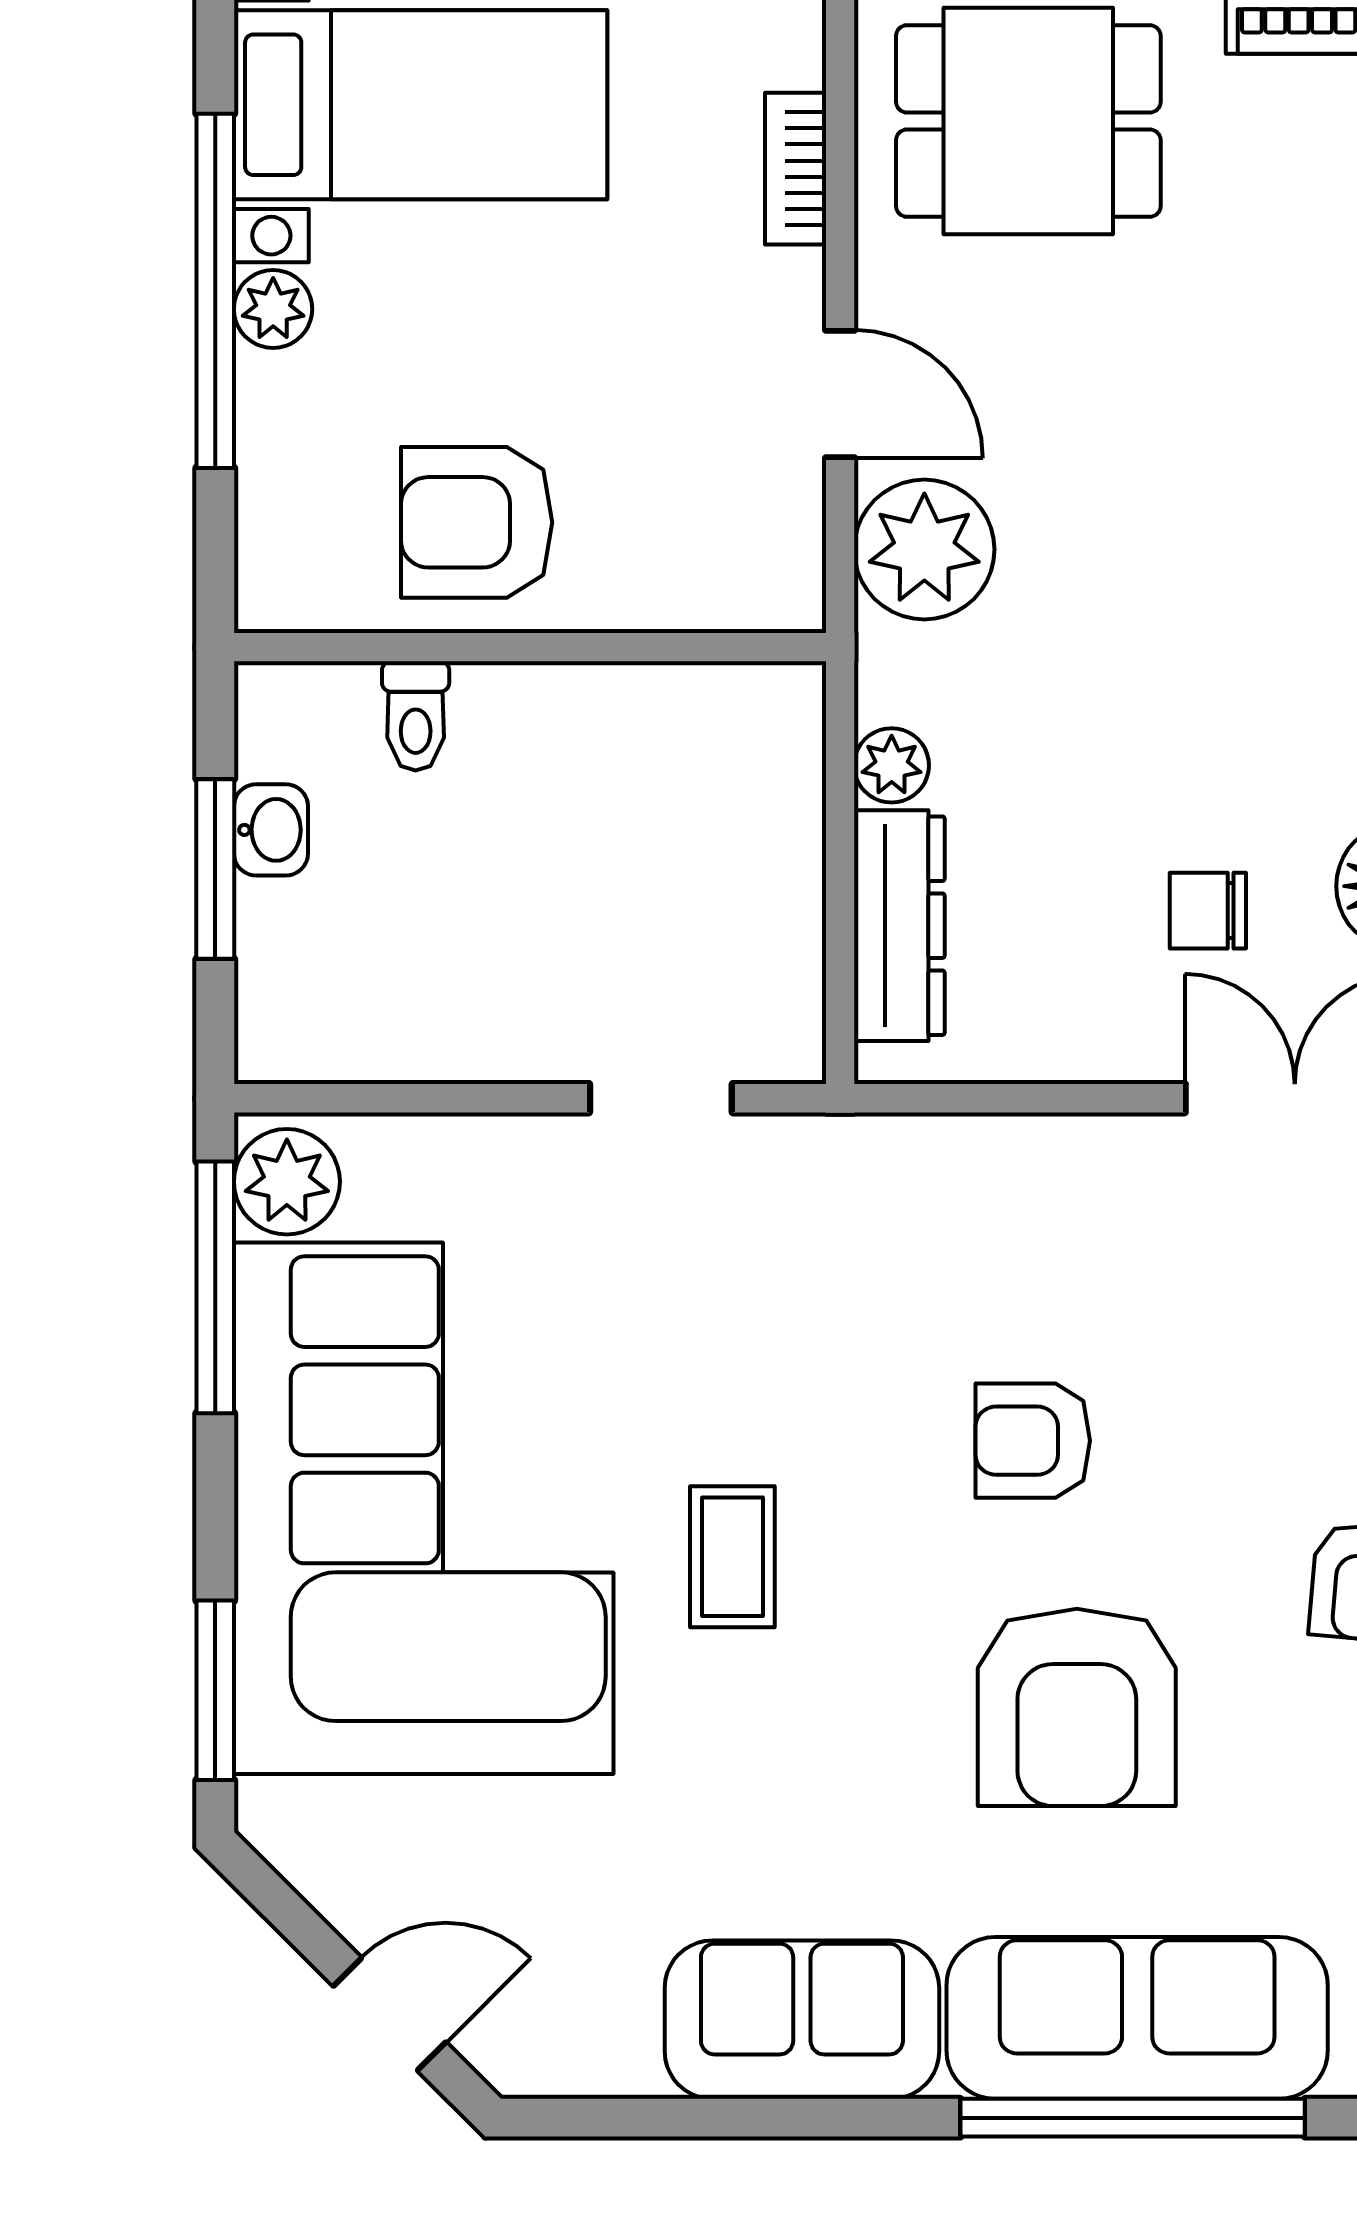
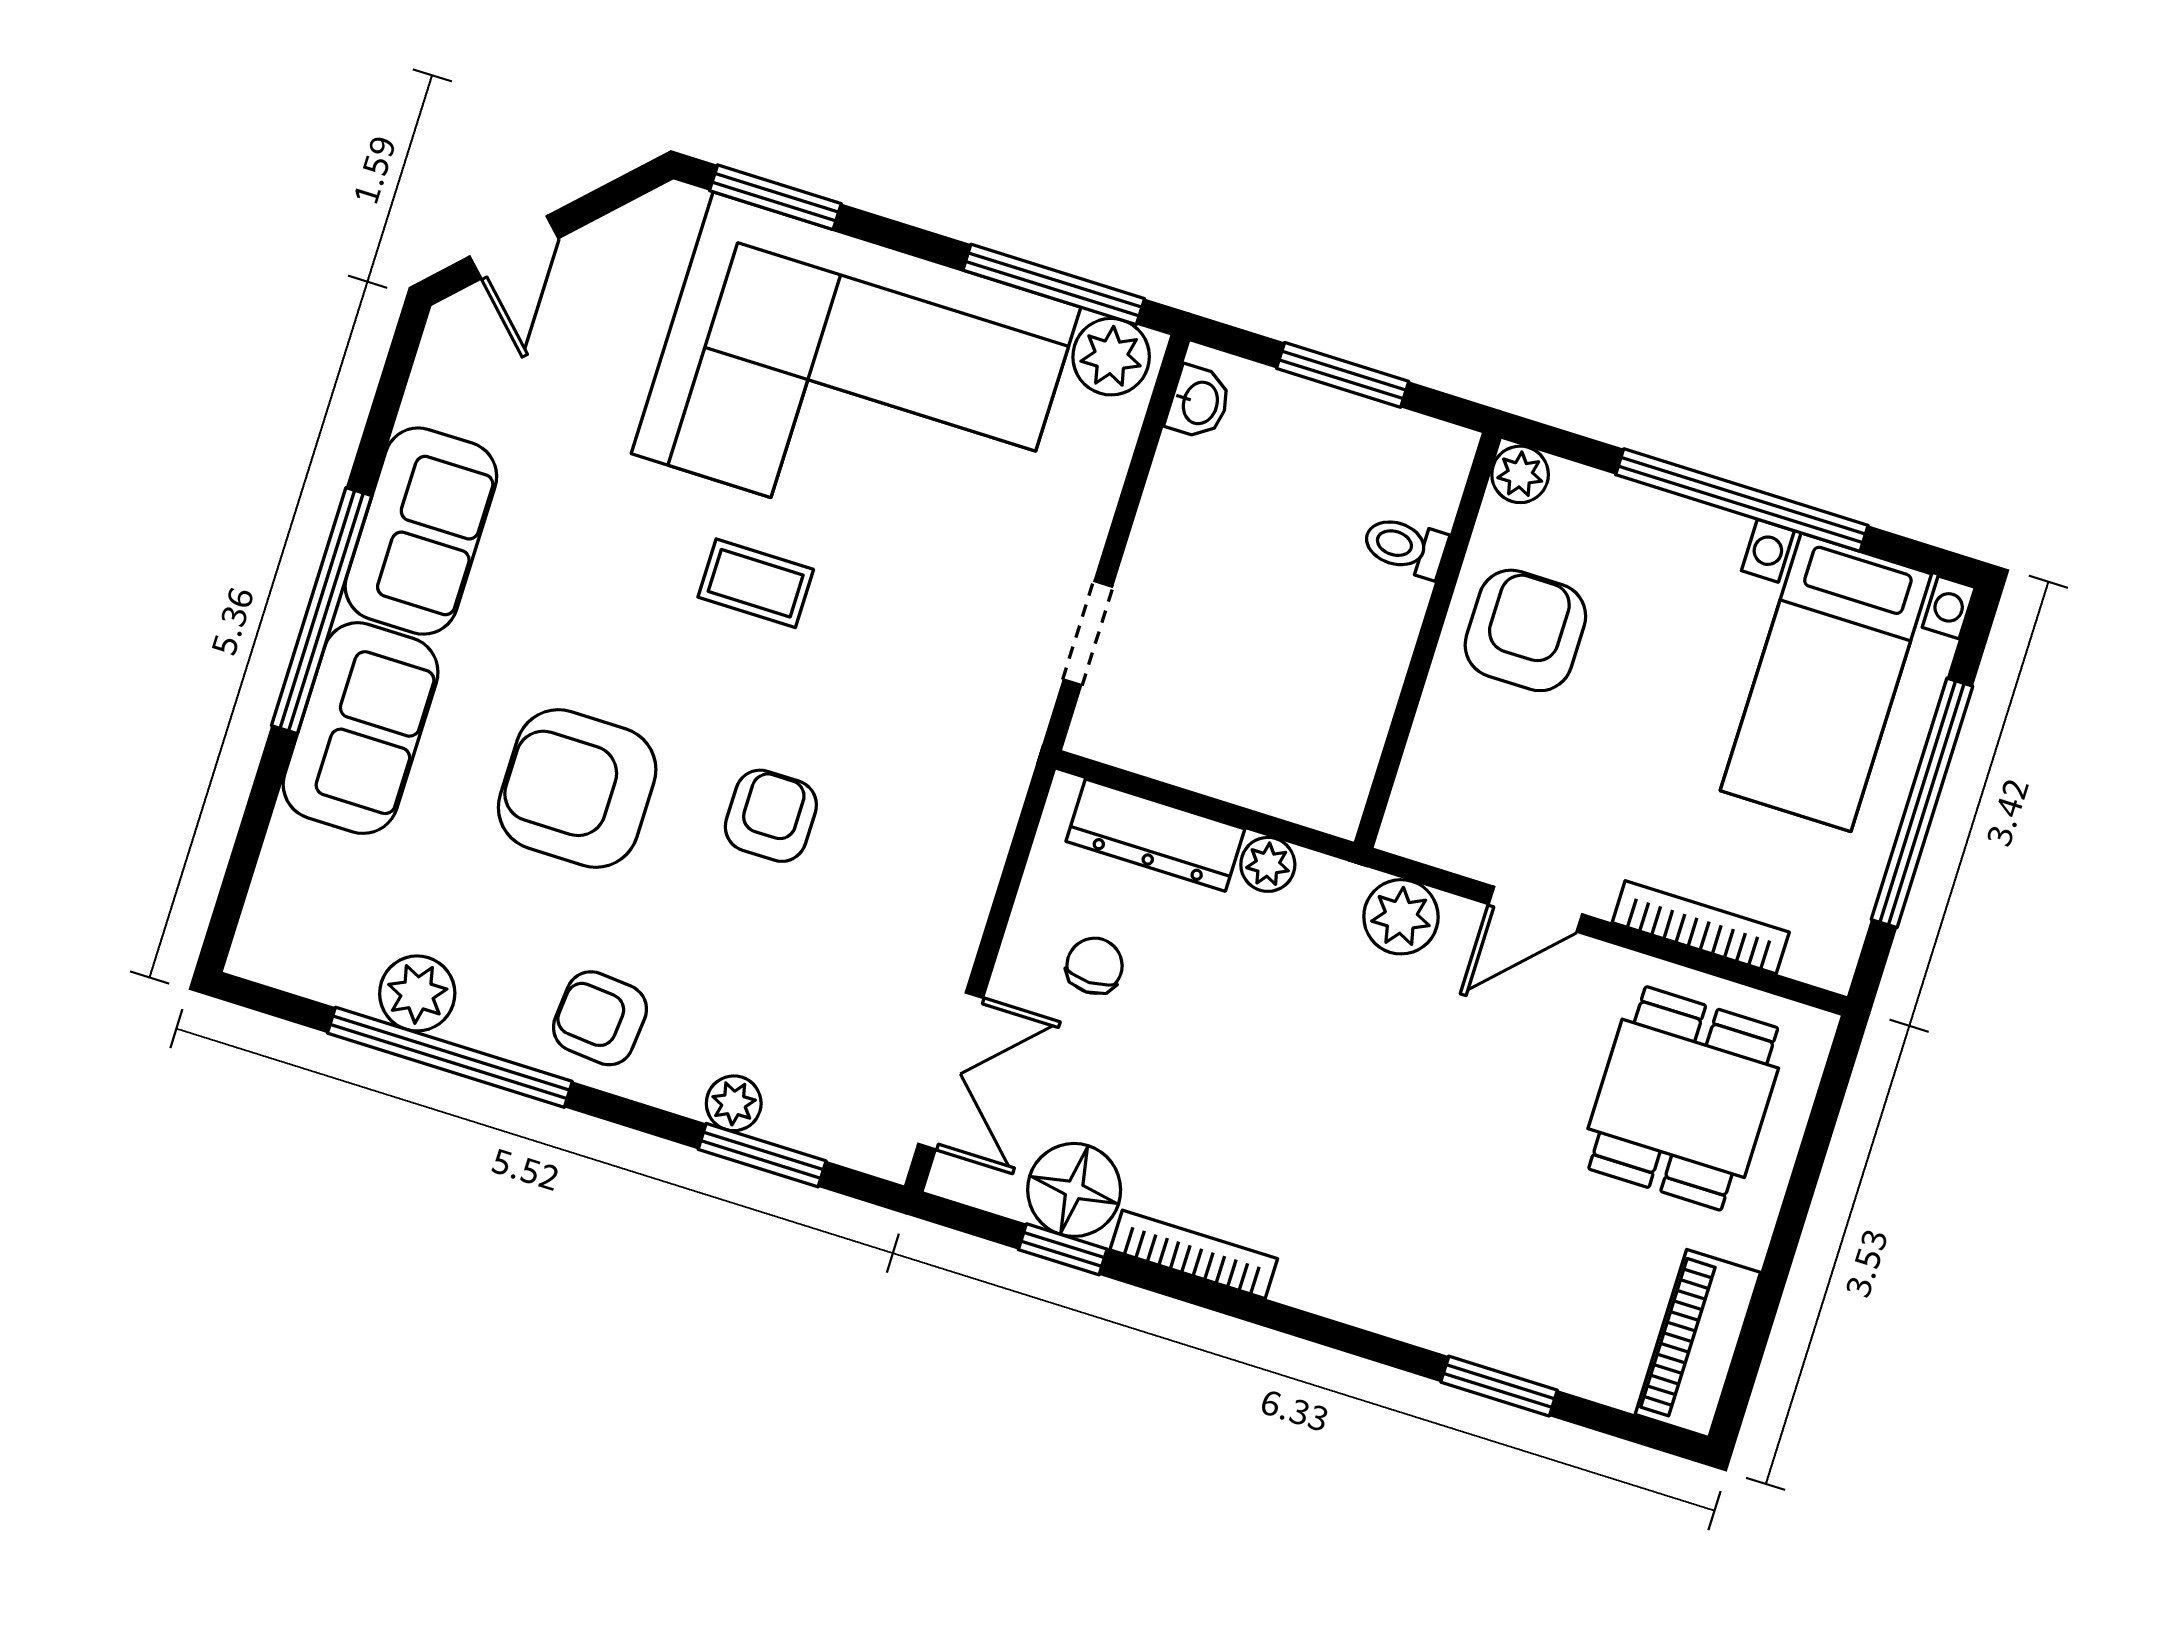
bookcase: (796, 169) -> (1701, 927), width x1.56
plant: (273, 309) -> (1520, 474), moved
plant: (924, 549) -> (1401, 917), width x0.73, depth x0.73
washbasin: (271, 830) -> (1199, 403), moved, turned -90
chair: (1208, 911) -> (1095, 966), moved
sofa: (1137, 2018) -> (361, 728), width x0.73
window: (1133, 2118) -> (322, 611), moved

